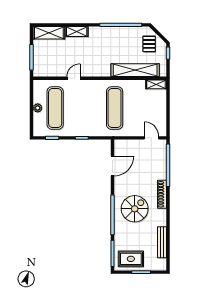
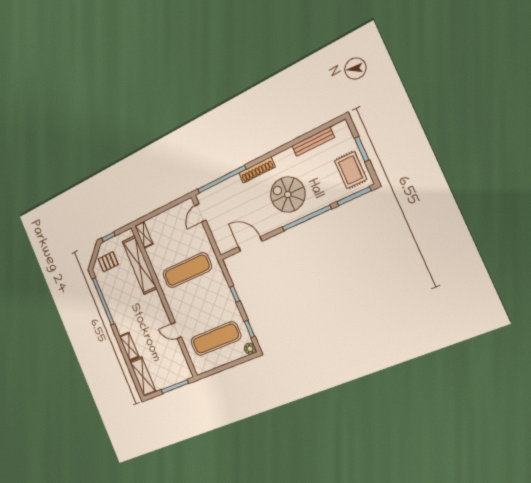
plant: (38, 108) -> (250, 349), moved

